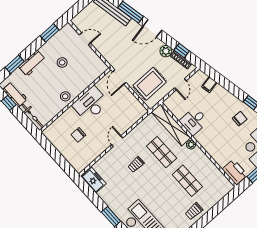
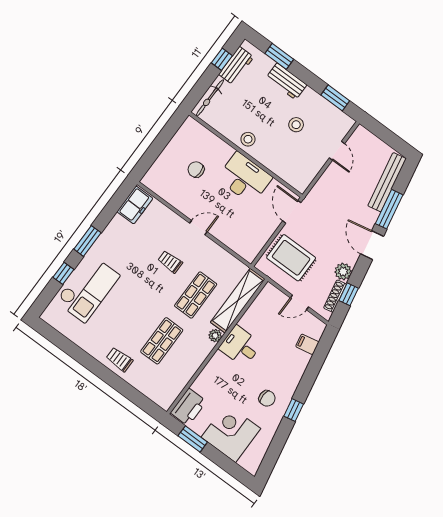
door: (119, 77) -> (292, 212), hinge flipped
desk: (194, 121) -> (240, 346), moved

